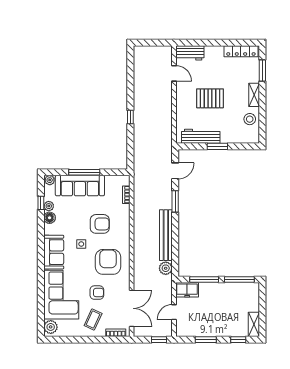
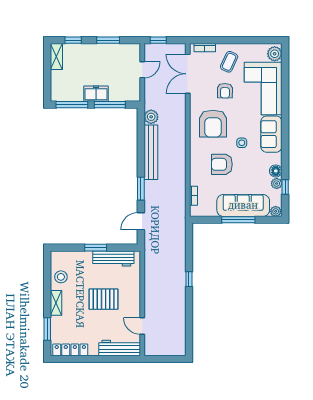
workbench: (190, 53) -> (120, 348), width x1.38
freezer: (187, 290) -> (96, 94), moved
armchair: (97, 293) -> (225, 91), turned -89

